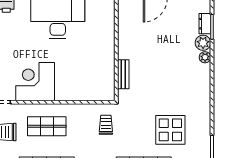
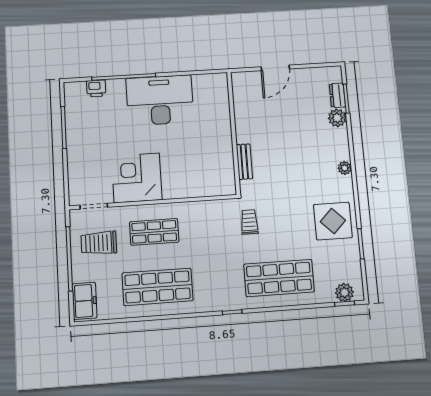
plant: (205, 57) -> (345, 168), moved
trolley: (106, 125) -> (249, 222), moved
display table: (170, 130) -> (333, 221), moved

